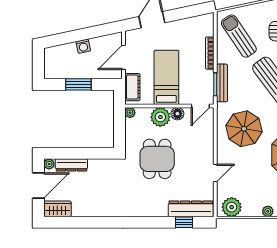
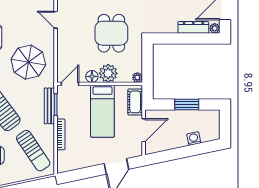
washing machine: (83, 46) -> (194, 139), moved
door: (215, 173) -> (56, 20), hinge flipped

